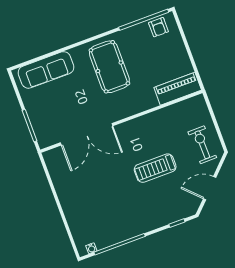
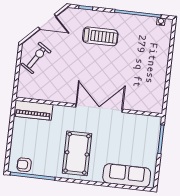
armchair: (158, 27) -> (24, 165), turned -90
double door: (87, 134) -> (99, 108), moved
exercise bike: (202, 145) -> (36, 58), turned -146
treadmill: (155, 168) -> (100, 36), moved

